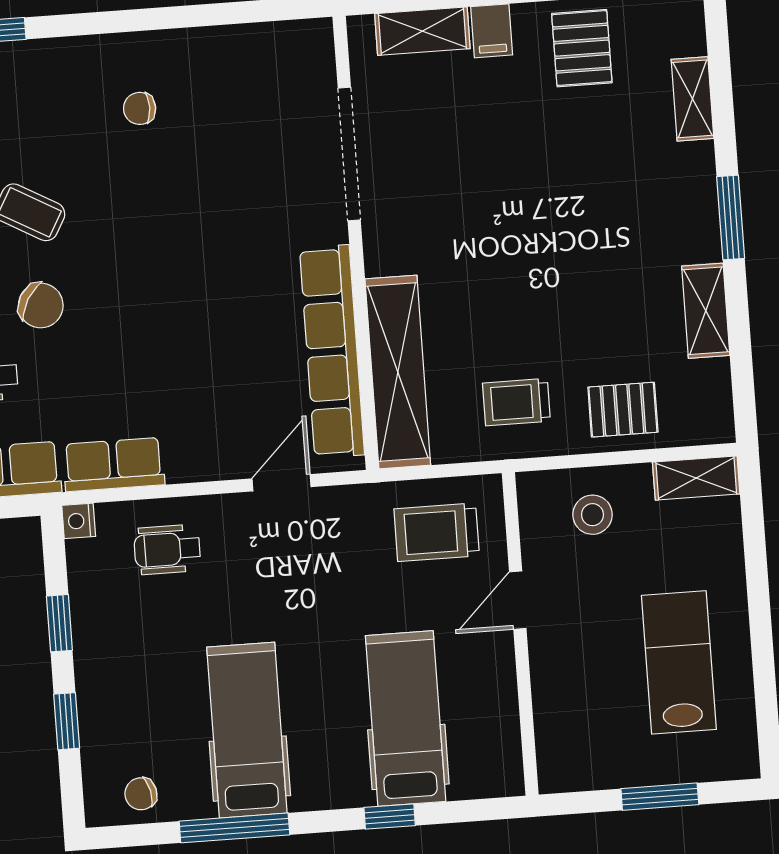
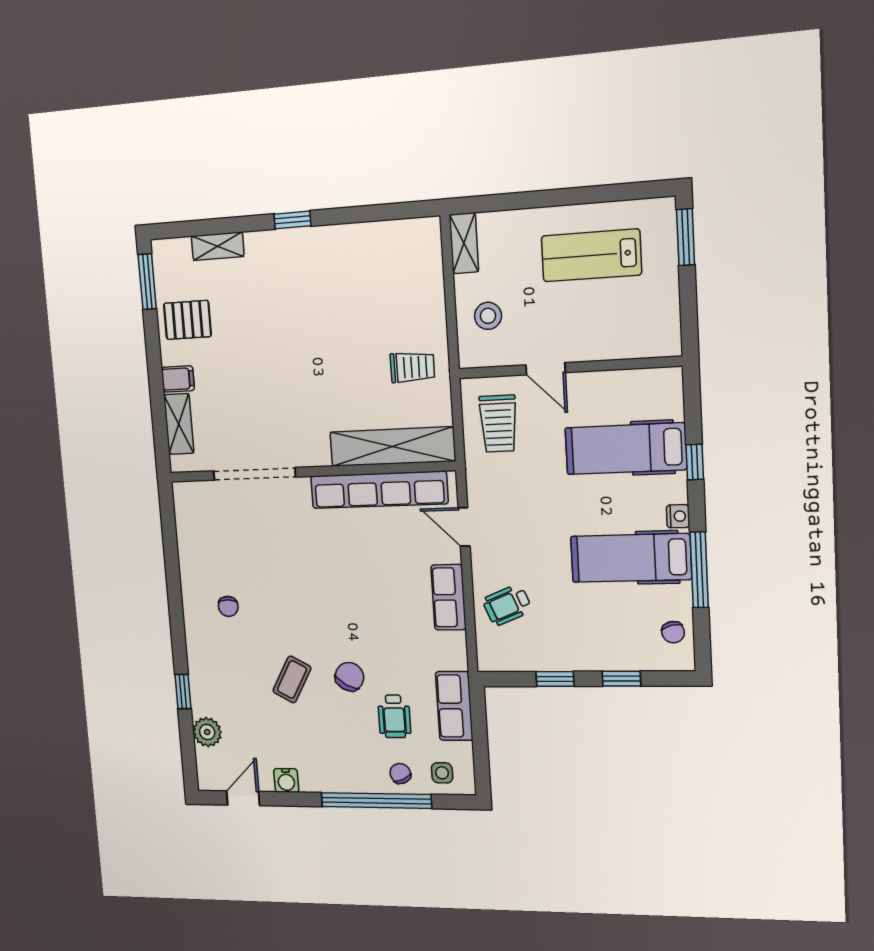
window: (731, 218) -> (292, 220), width x0.67
shelving: (706, 311) -> (353, 237), removed
trolley: (516, 402) -> (412, 367), turned -90
pallet: (623, 410) -> (418, 294), removed
row of seats: (114, 465) -> (449, 597), moved
nightstand: (79, 521) -> (678, 516), moved, turned -90
wheelchair: (167, 549) -> (507, 605), turned 68
window: (660, 797) -> (686, 237), moved

